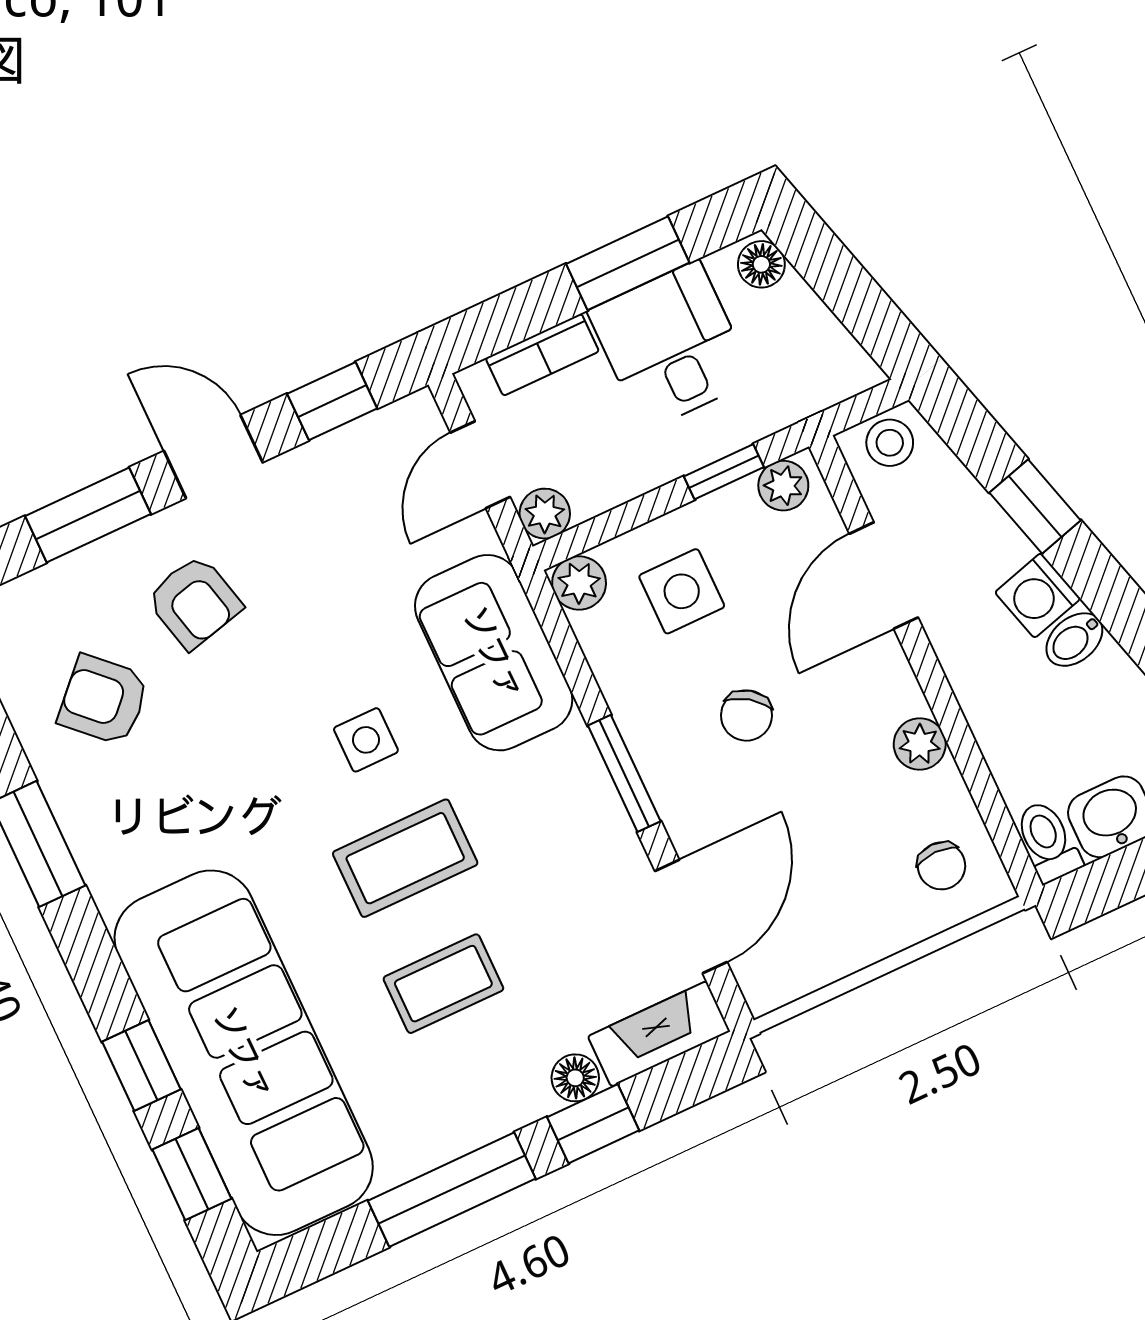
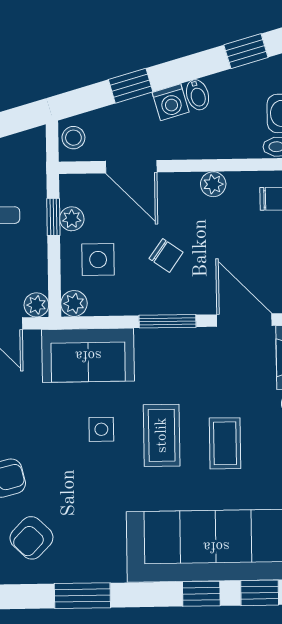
plant: (783, 486) -> (72, 219), moved

